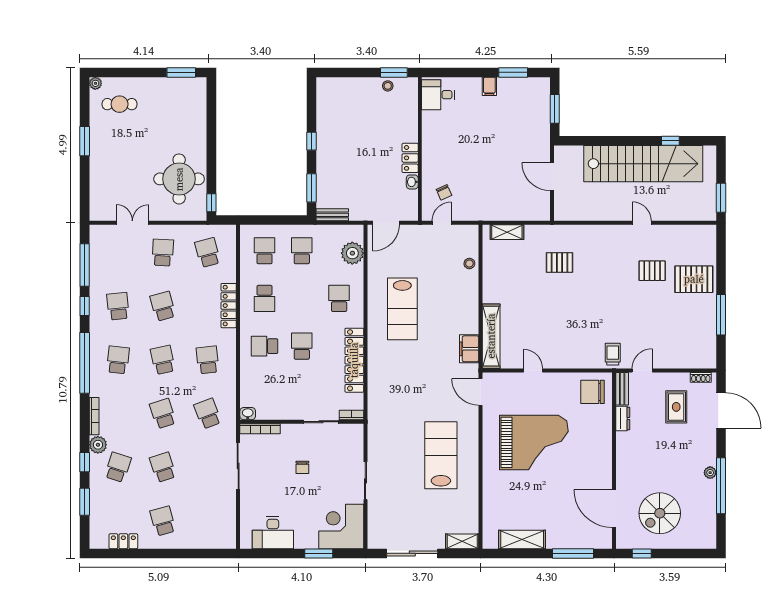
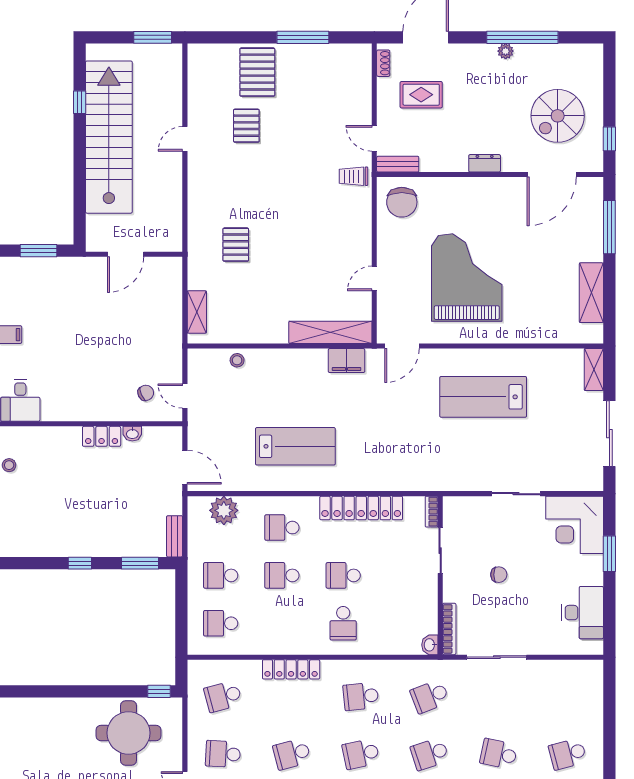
school desk: (265, 298) -> (282, 575), moved, turned 180
dresser: (623, 419) -> (485, 163), moved
school desk: (163, 467) -> (499, 754), turned 30
spiral stairs: (660, 513) -> (558, 116), turned 90

